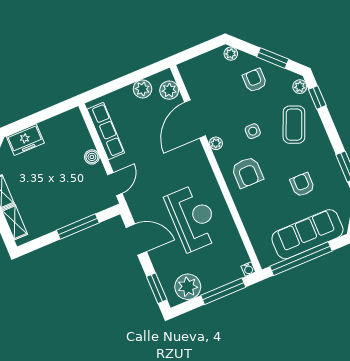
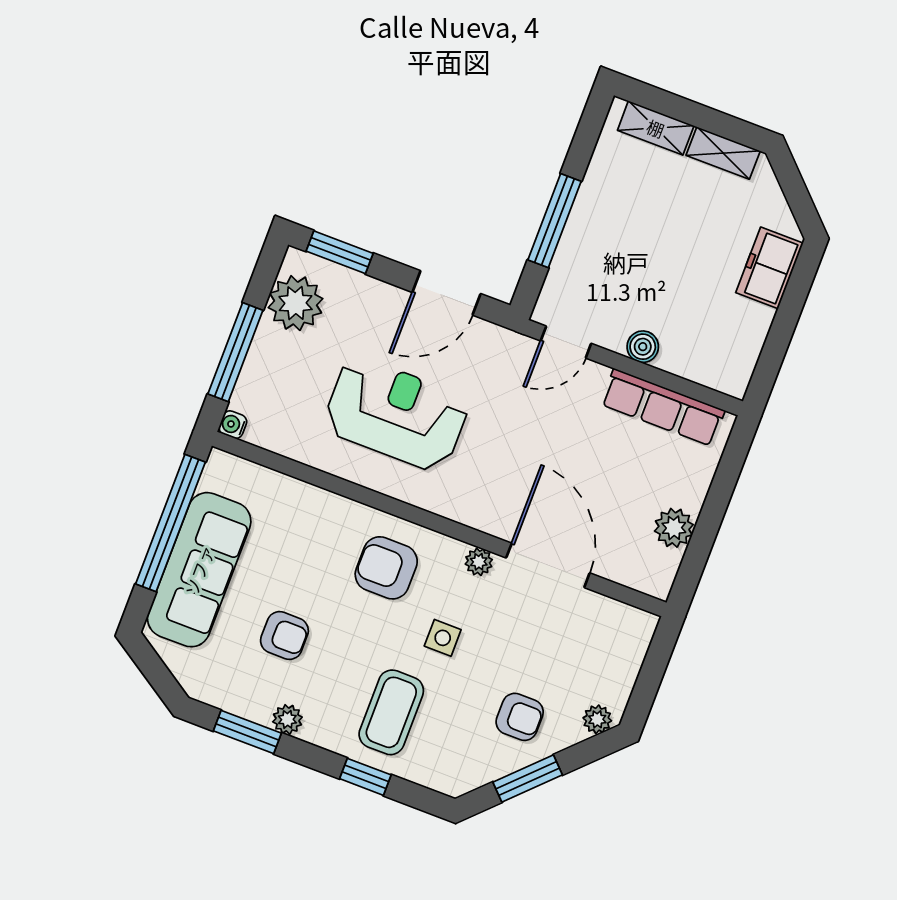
plant: (300, 87) -> (287, 719), moved
plant: (169, 90) -> (632, 568), removed
window: (317, 97) -> (365, 777), moved
coffee table: (294, 125) -> (391, 712), turned 67
door: (115, 184) -> (566, 342), hinge flipped
reception desk: (193, 218) -> (396, 414), turned 180

